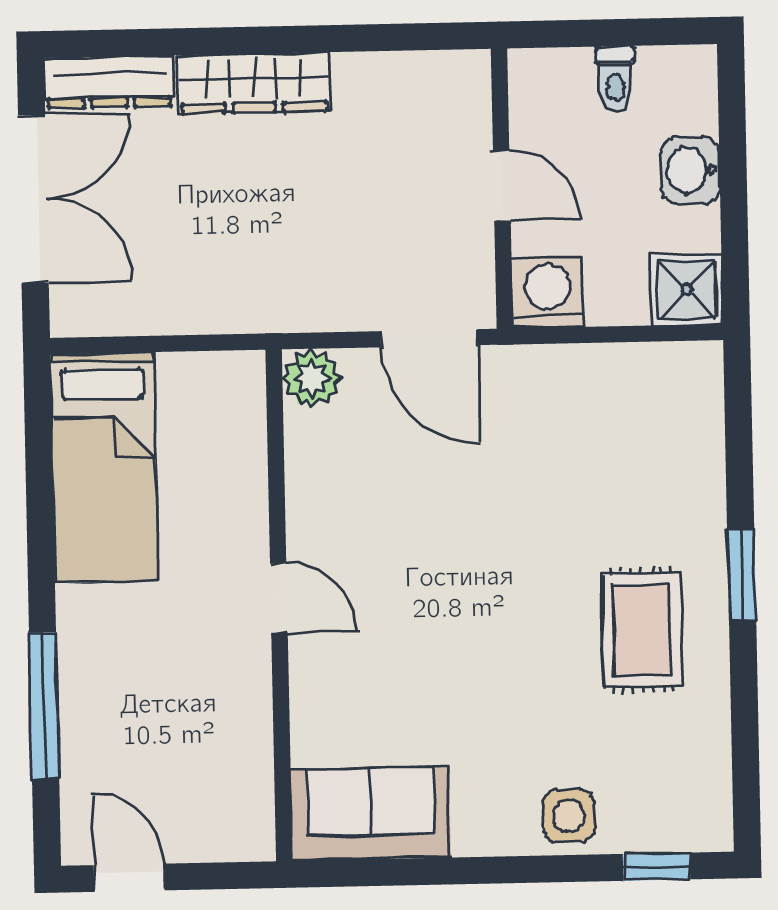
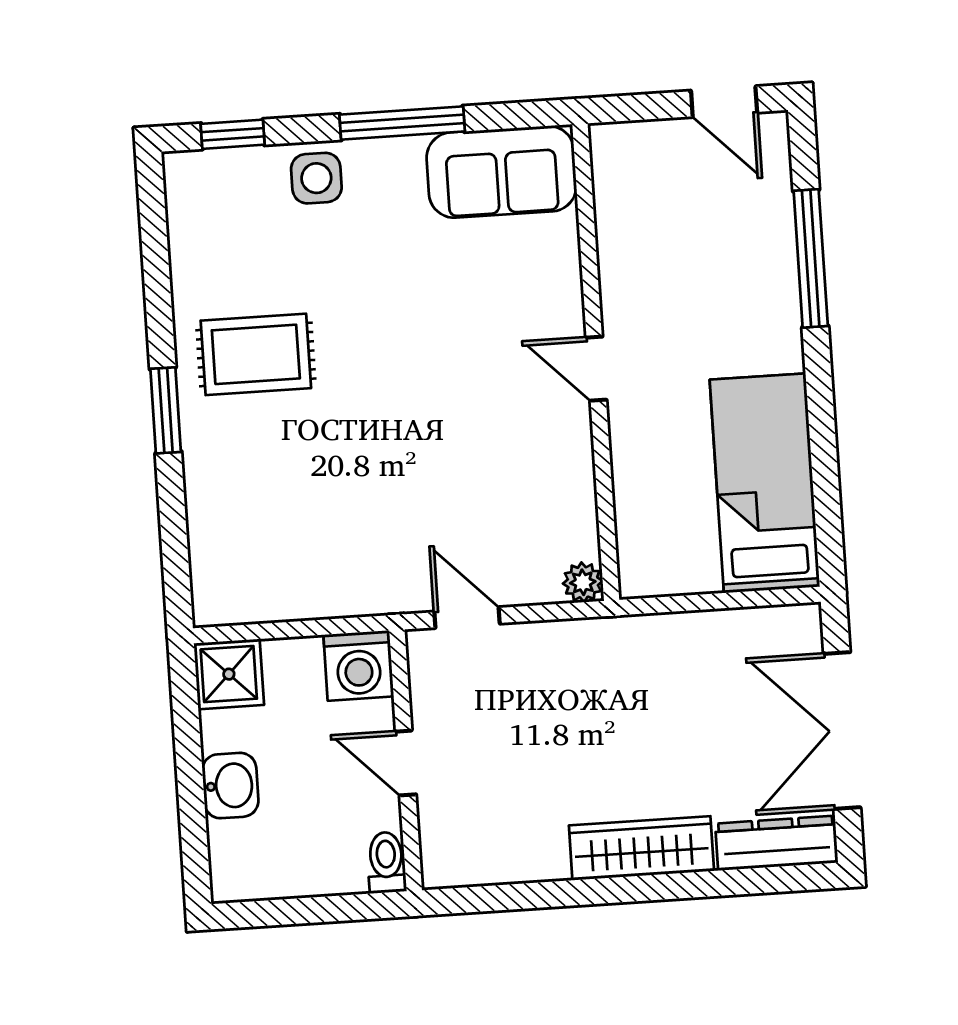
toilet: (615, 78) -> (386, 862), moved
door: (429, 338) -> (467, 618), width x0.73
plant: (312, 378) -> (583, 582), width x0.73, depth x0.73
rug: (642, 630) -> (256, 354), turned 90
window: (475, 871) -> (402, 123), added

